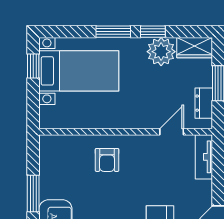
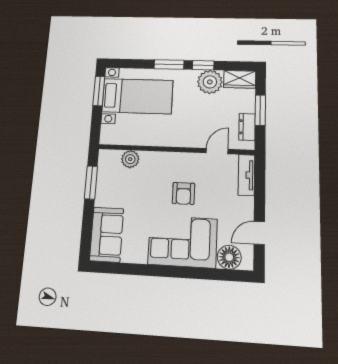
window: (33, 66) -> (99, 91), width x1.50
plant: (75, 145) -> (130, 159), added
armchair: (107, 160) -> (184, 193), moved
window: (33, 193) -> (91, 182), moved

